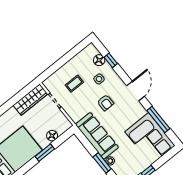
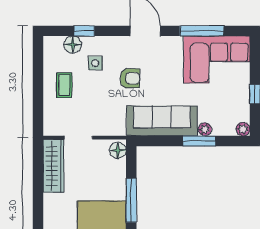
coffee table: (74, 84) -> (64, 85), moved
floor lamp: (52, 136) -> (118, 150), moved
window: (45, 153) -> (131, 200), width x1.44

